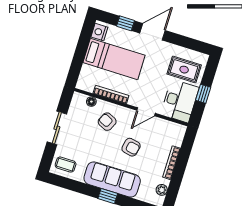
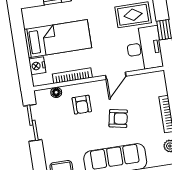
nightstand: (99, 32) -> (37, 66), moved
armchair: (107, 122) -> (82, 105), turned -116
sliding door: (57, 128) -> (33, 123), moved

